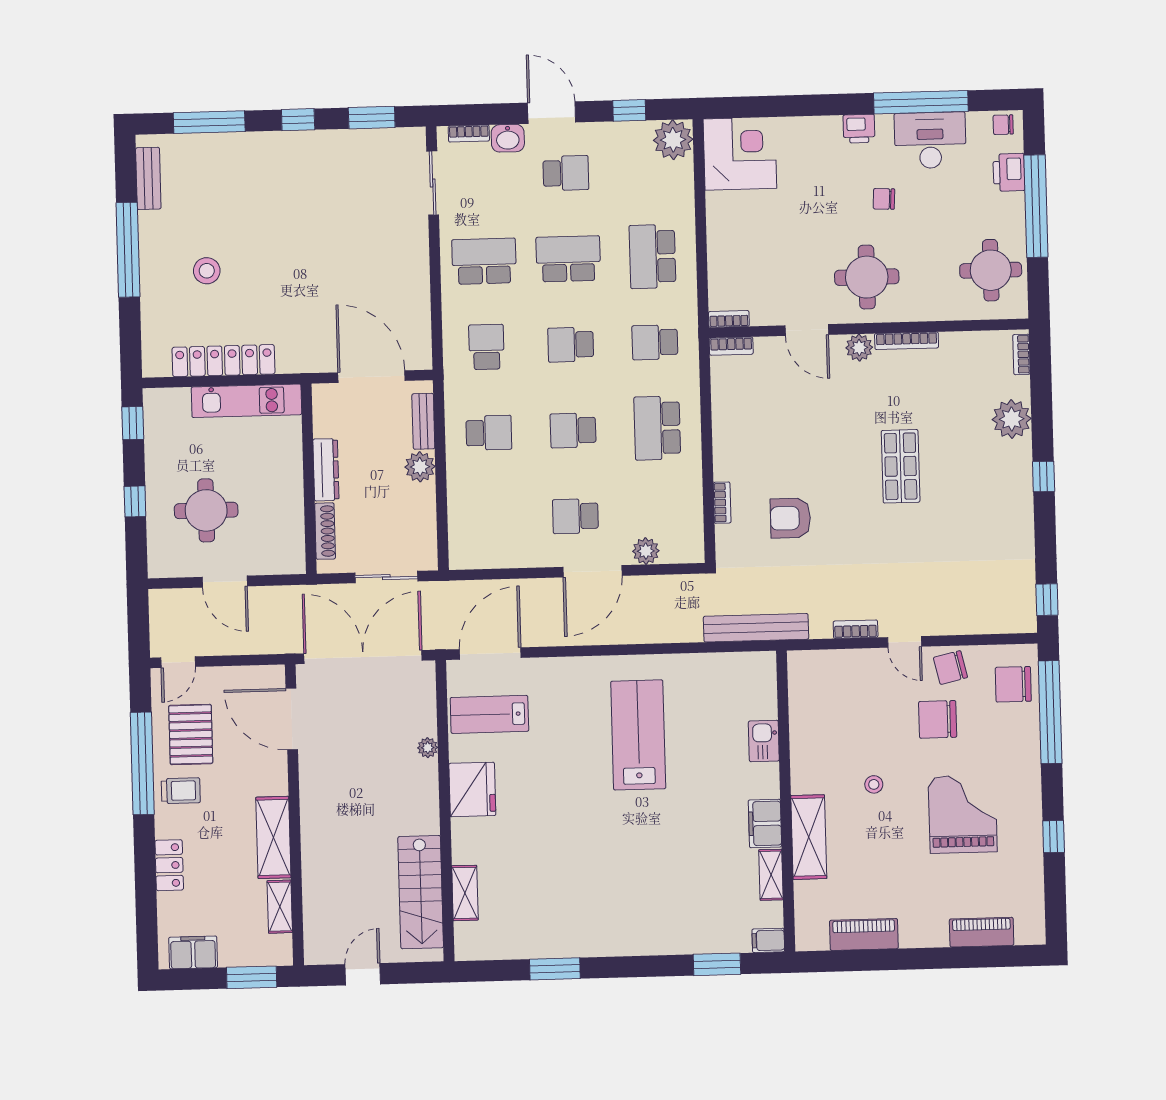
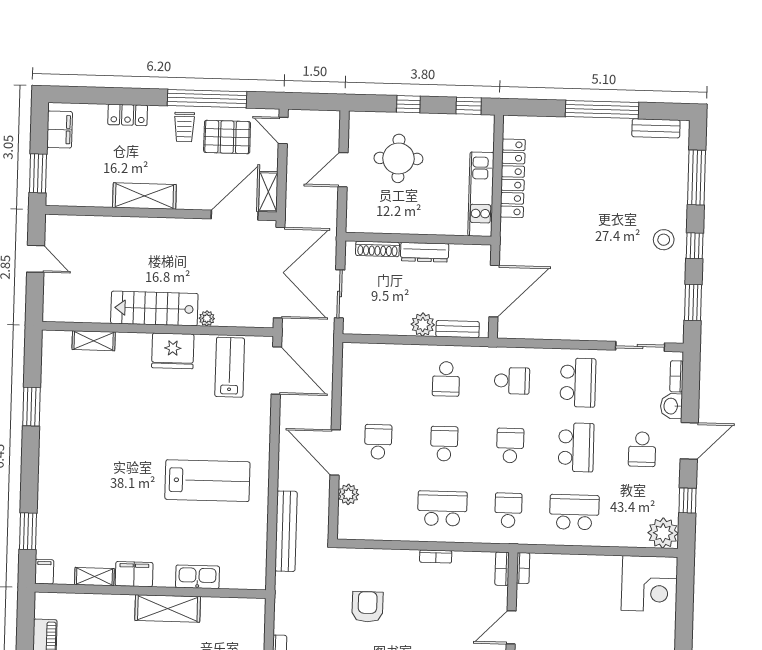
stool: (207, 271) -> (664, 240), moved
bookcase: (722, 503) -> (436, 557), moved
bench: (756, 628) -> (286, 531), moved
kitchen sink: (764, 741) -> (197, 577), width x1.38
shelving: (809, 837) -> (168, 608), moved
stairs: (421, 892) -> (154, 308), moved
shelving: (280, 907) -> (268, 192), moved, turned 90

